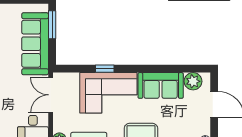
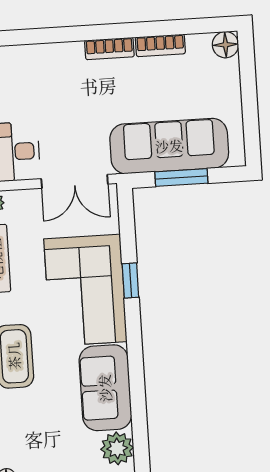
window: (52, 25) -> (181, 178), moved
double door: (51, 95) -> (75, 181), swing flipped

